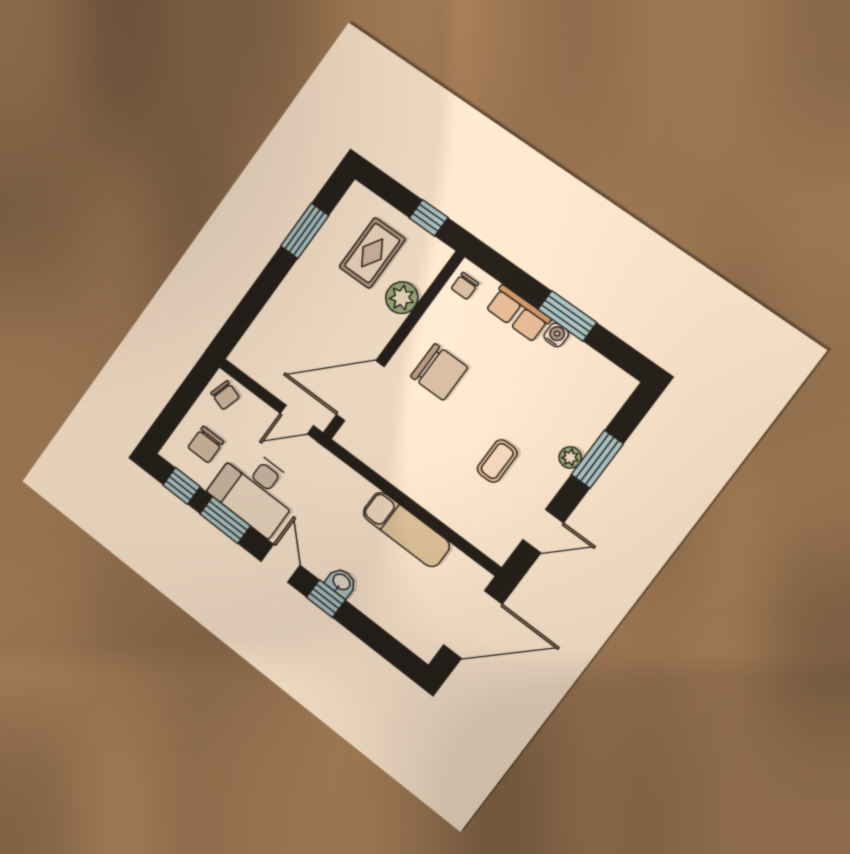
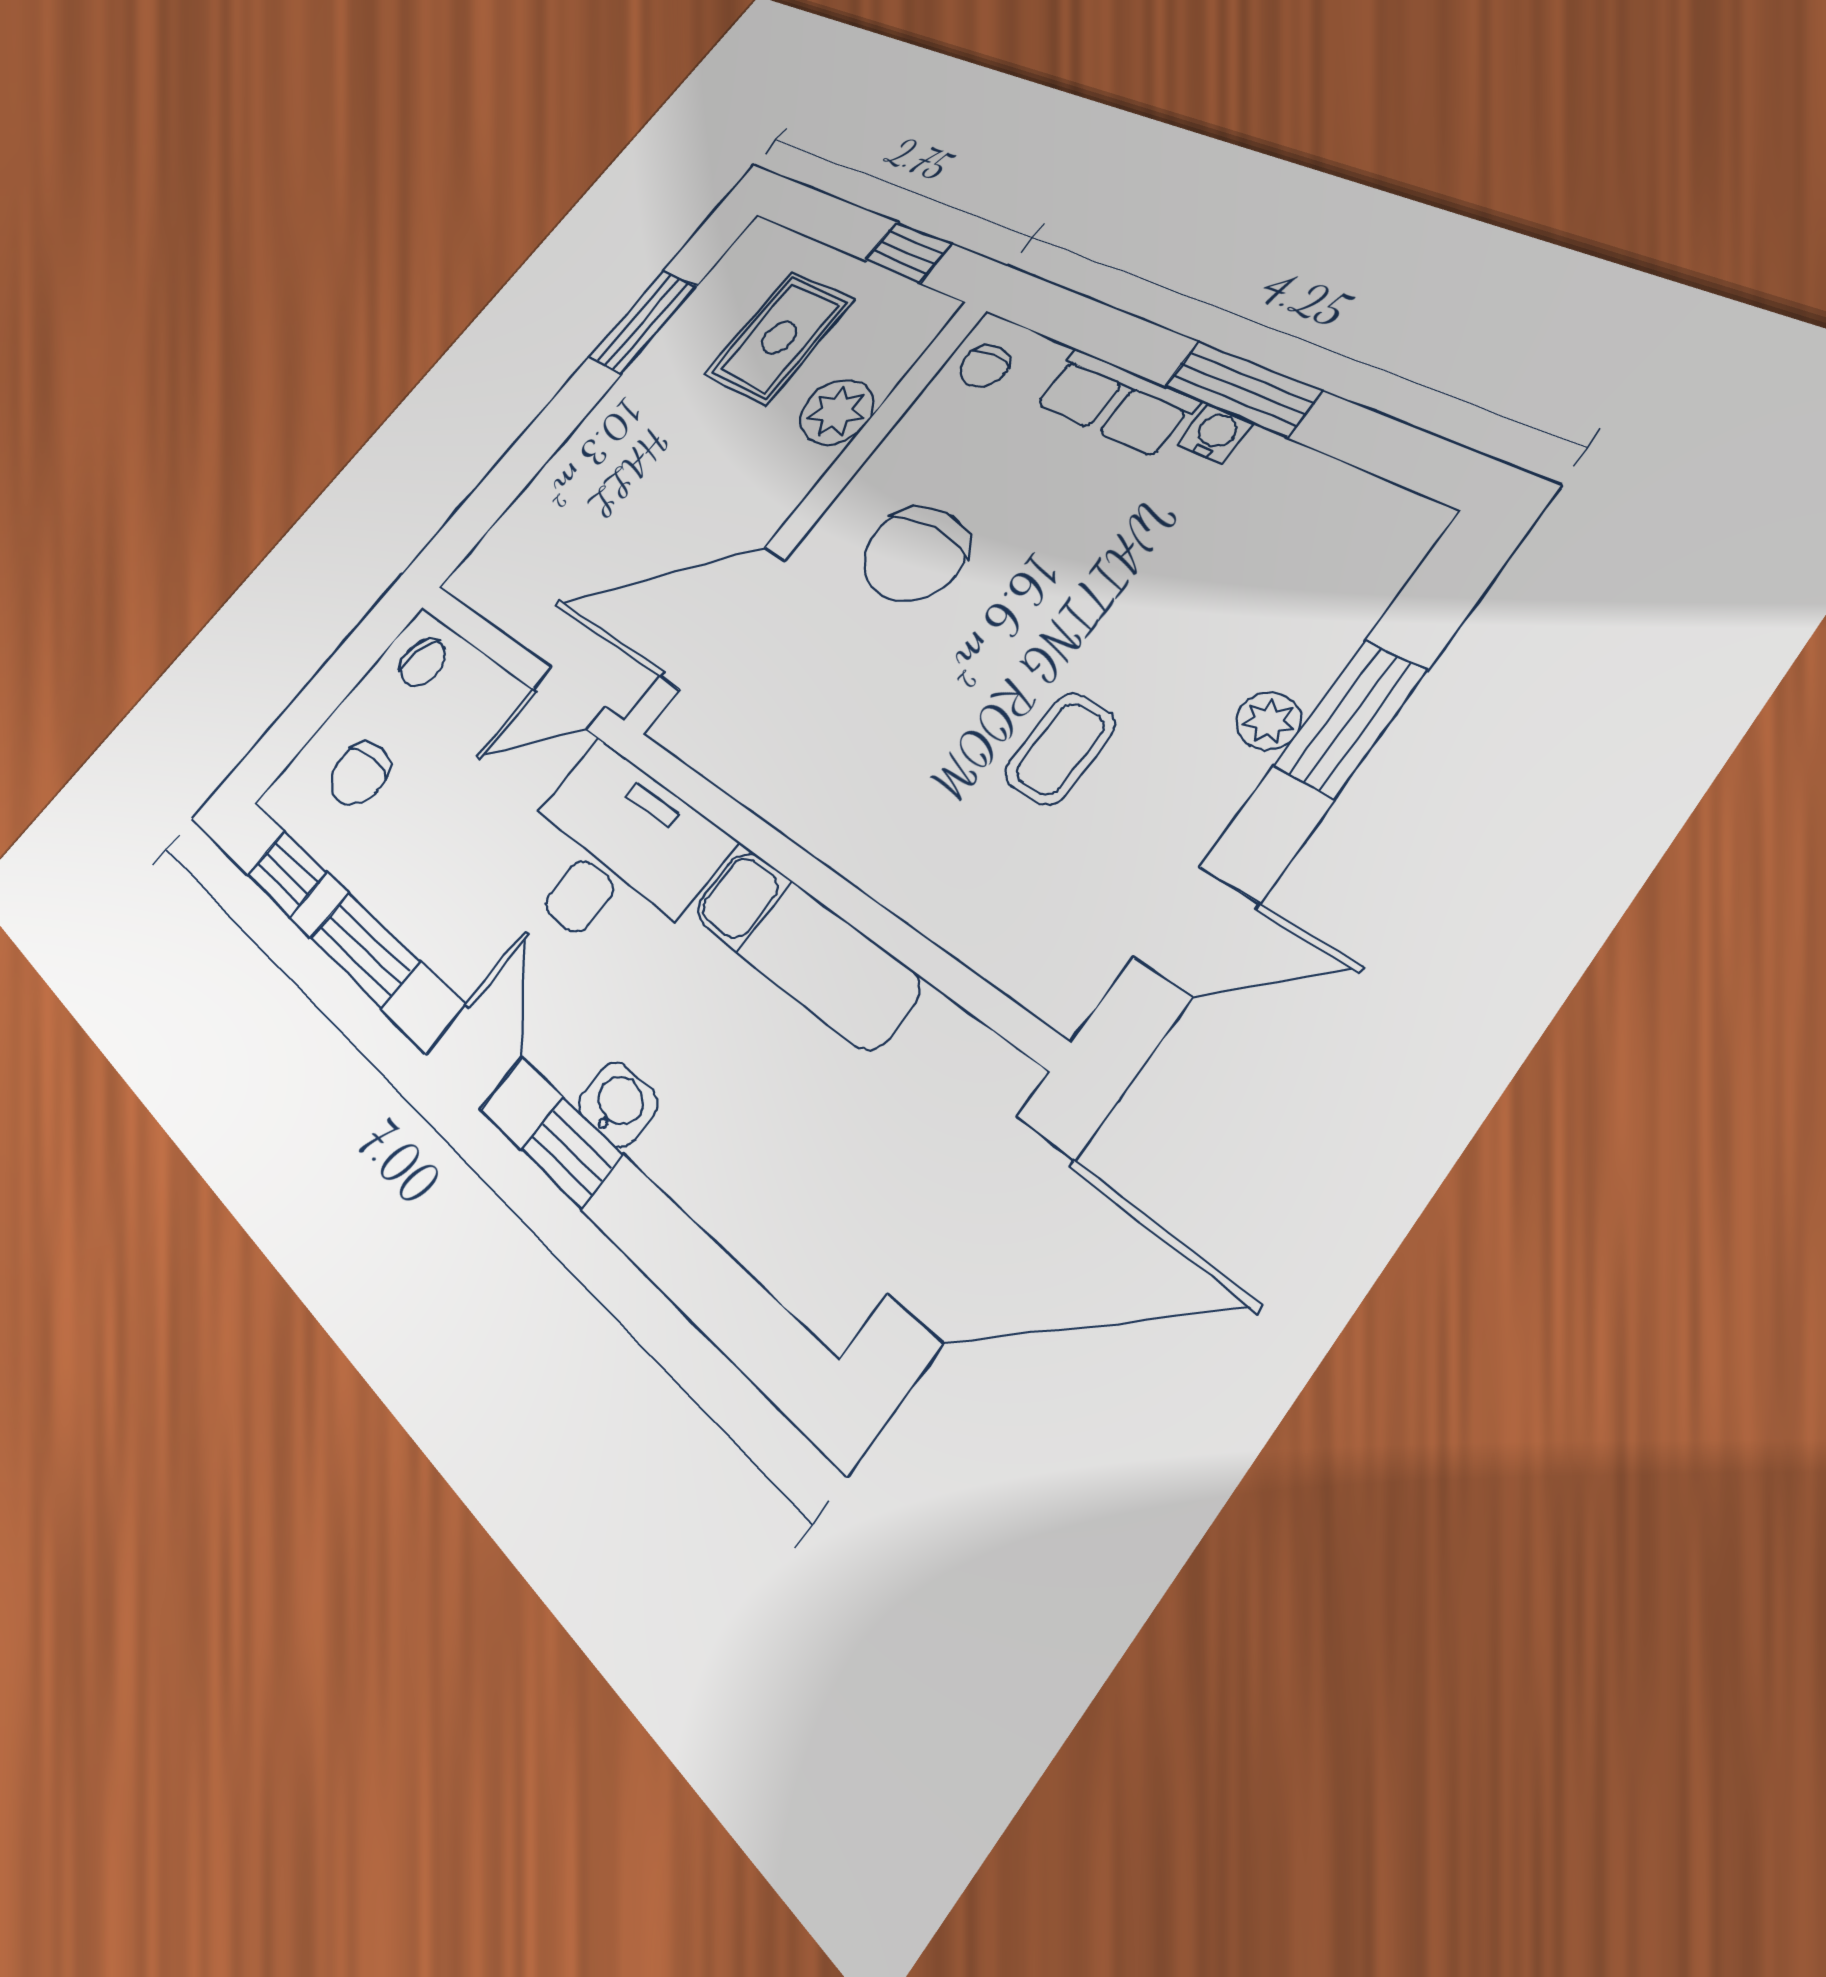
chair: (439, 372) -> (915, 554), turned 90
desk: (256, 490) -> (613, 854), moved, turned 180

